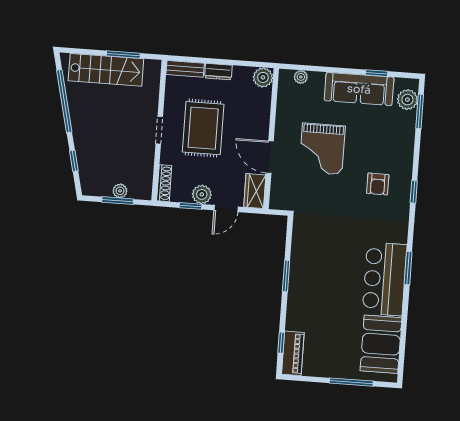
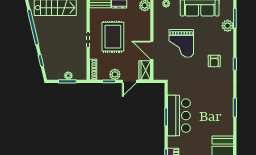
plant: (407, 100) -> (228, 26), moved
bar counter: (385, 279) -> (179, 116), moved, turned 180

